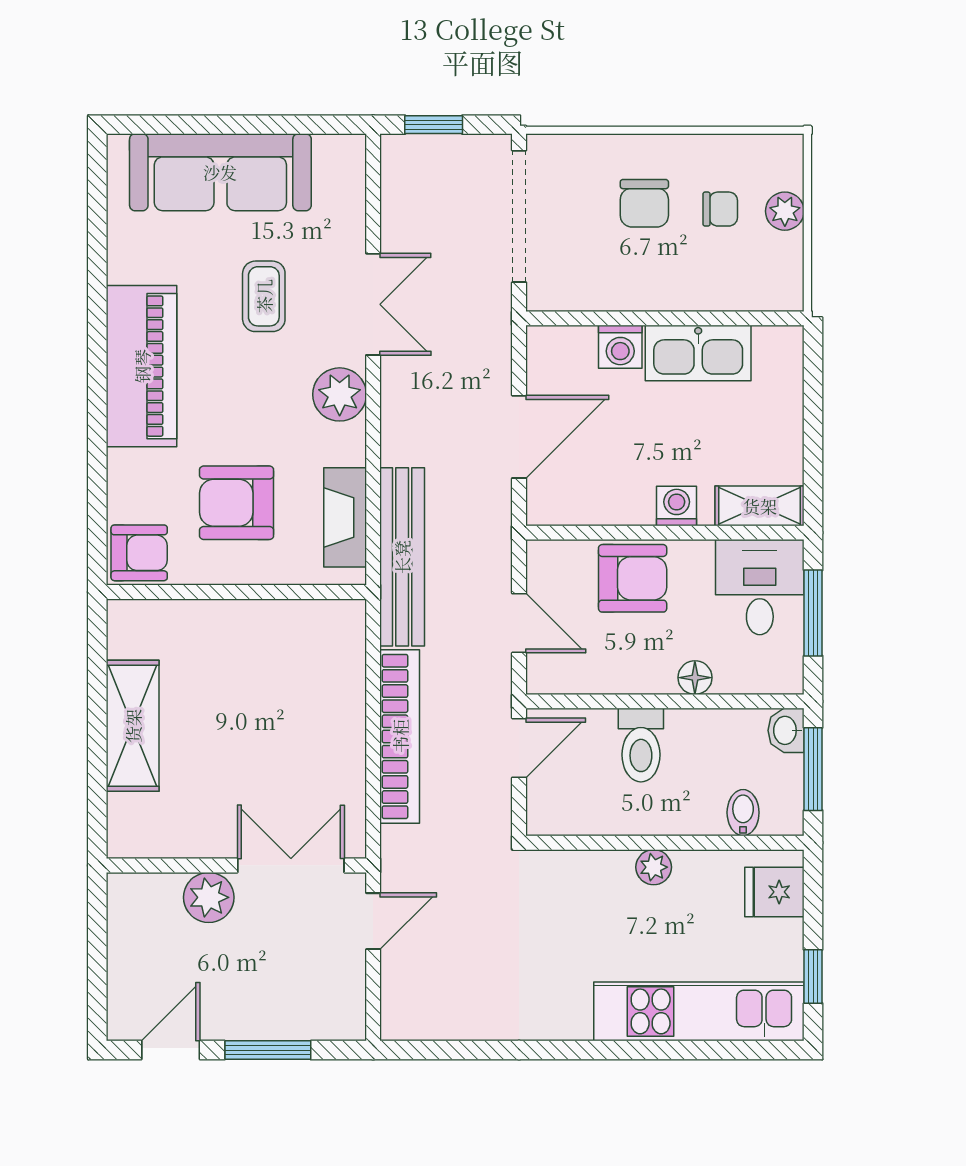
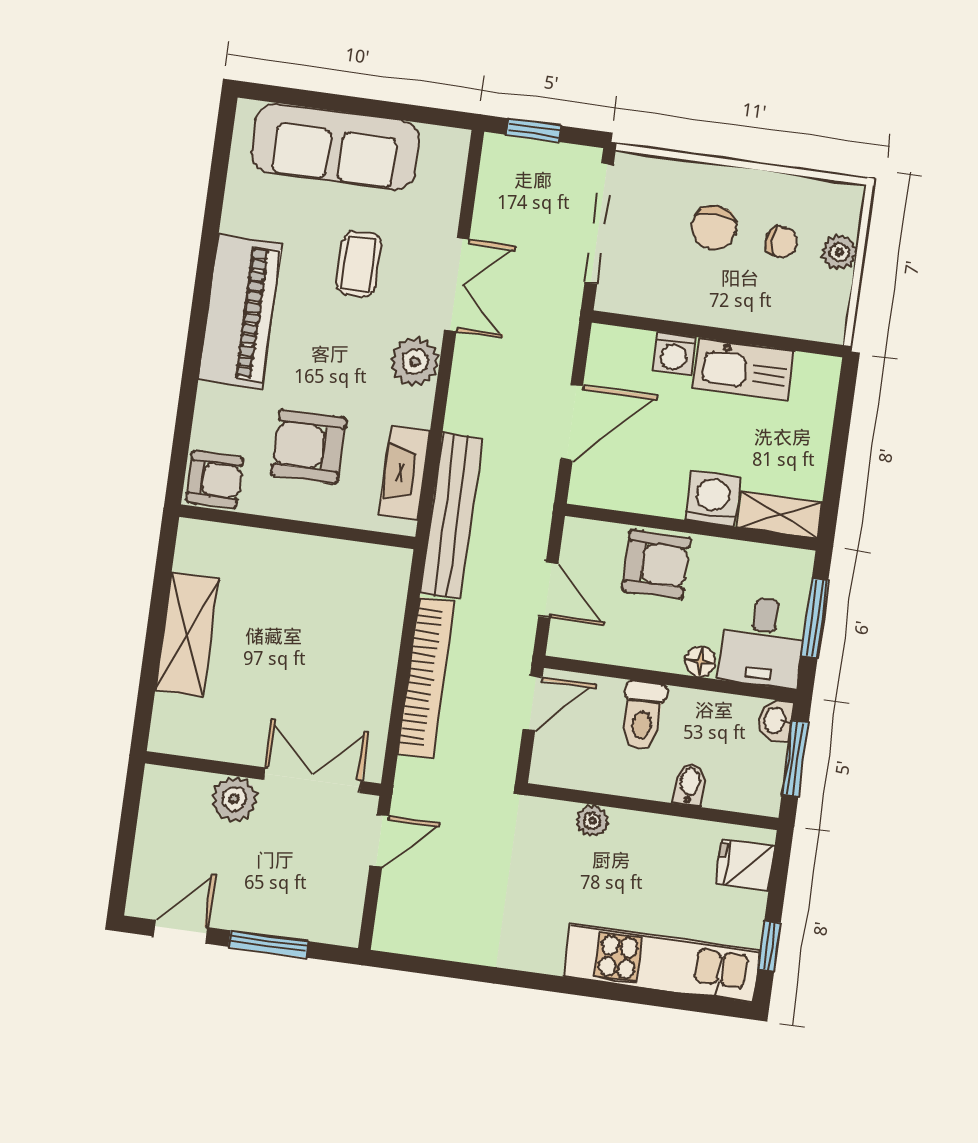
washing machine: (677, 506) -> (713, 499), width x1.38, depth x1.38
desk: (760, 587) -> (762, 642), moved, turned 180
bidet: (743, 813) -> (690, 784), moved
plant: (654, 867) -> (592, 821), moved

